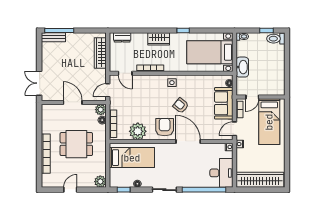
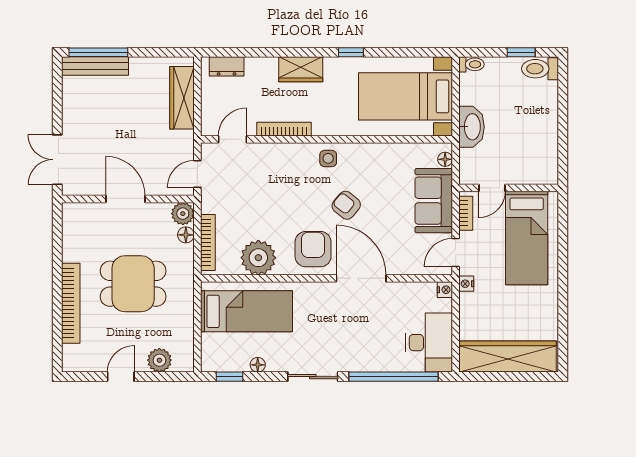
bench: (53, 37) -> (95, 66), width x1.36
door: (125, 73) -> (233, 139), swing flipped
plant: (100, 182) -> (159, 360), moved

